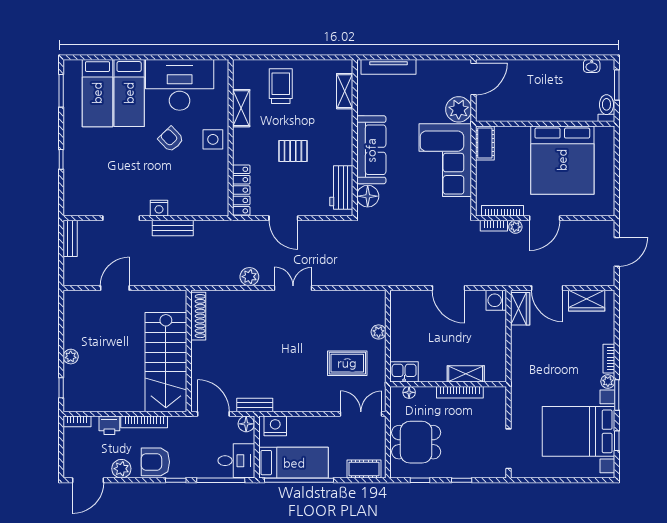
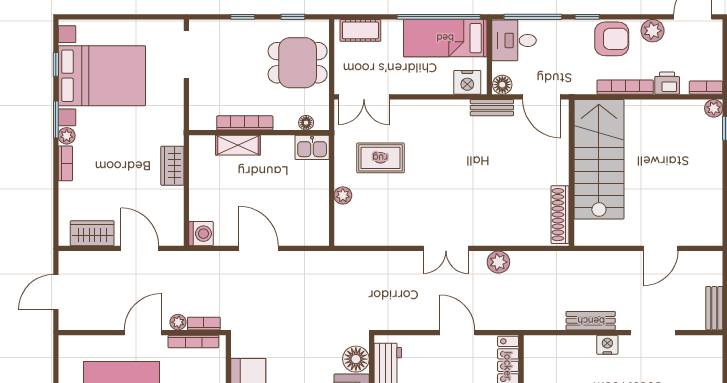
wardrobe: (520, 309) -> (172, 166), moved
plant: (71, 357) -> (714, 108), moved

